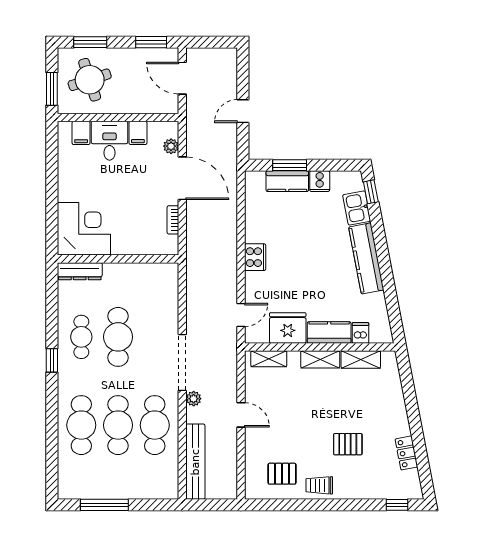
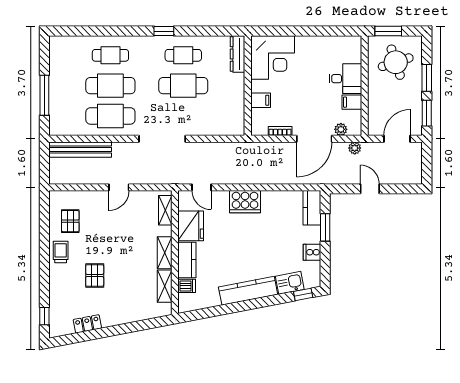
window: (90, 42) -> (427, 78), moved
filing cabinet: (81, 133) -> (261, 100), moved, turned 180
kitchen counter: (287, 181) -> (312, 208), moved
cooker: (255, 257) -> (245, 202), width x1.37, depth x1.31
plant: (194, 399) -> (355, 148), moved
cafe table: (81, 425) -> (110, 55), width x0.73, depth x0.74
window: (104, 505) -> (44, 95), moved

